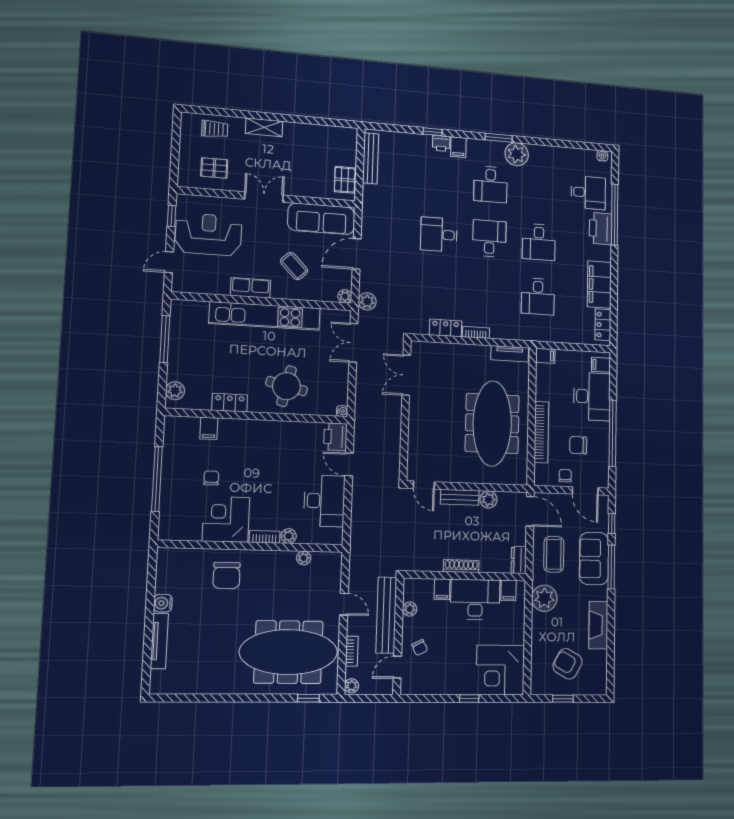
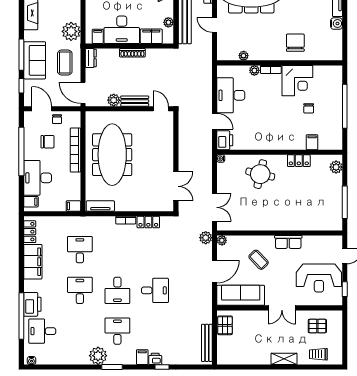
kitchen unit: (265, 316) -> (278, 223), removed
filing cabinet: (442, 589) -> (151, 36), width x2.00

